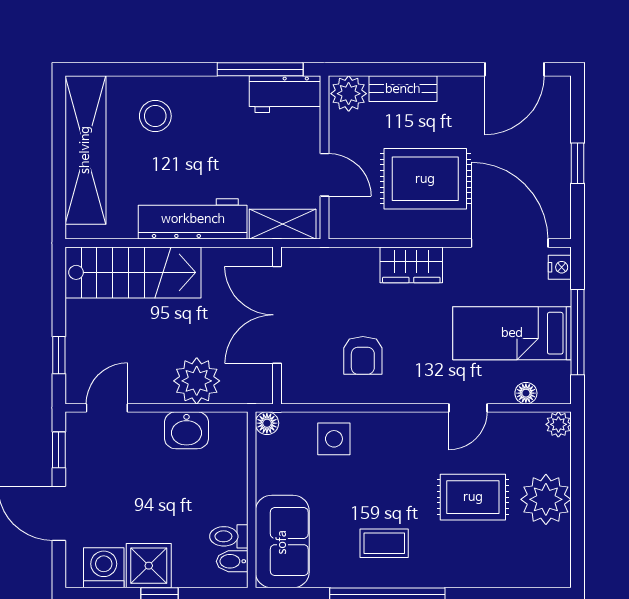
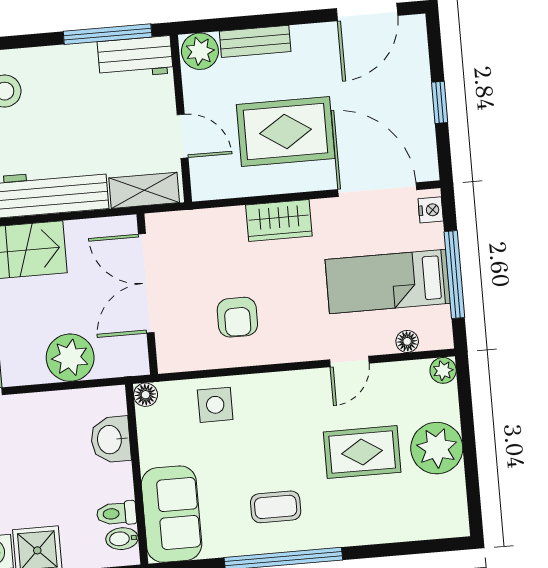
washbasin: (186, 430) -> (111, 440), moved, turned 90

